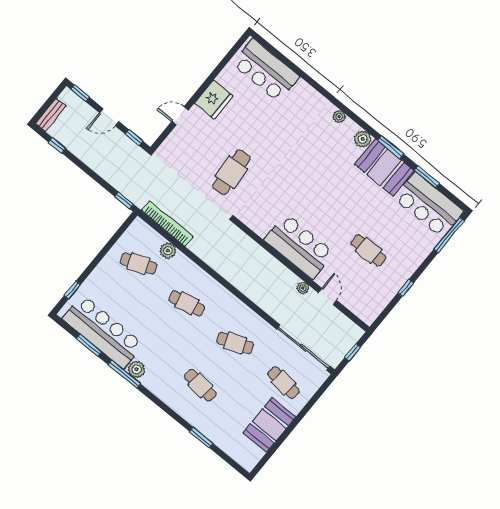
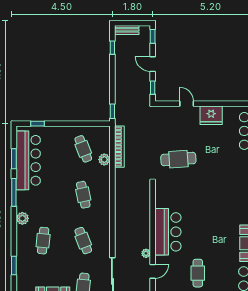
plant: (137, 369) -> (22, 218), moved

